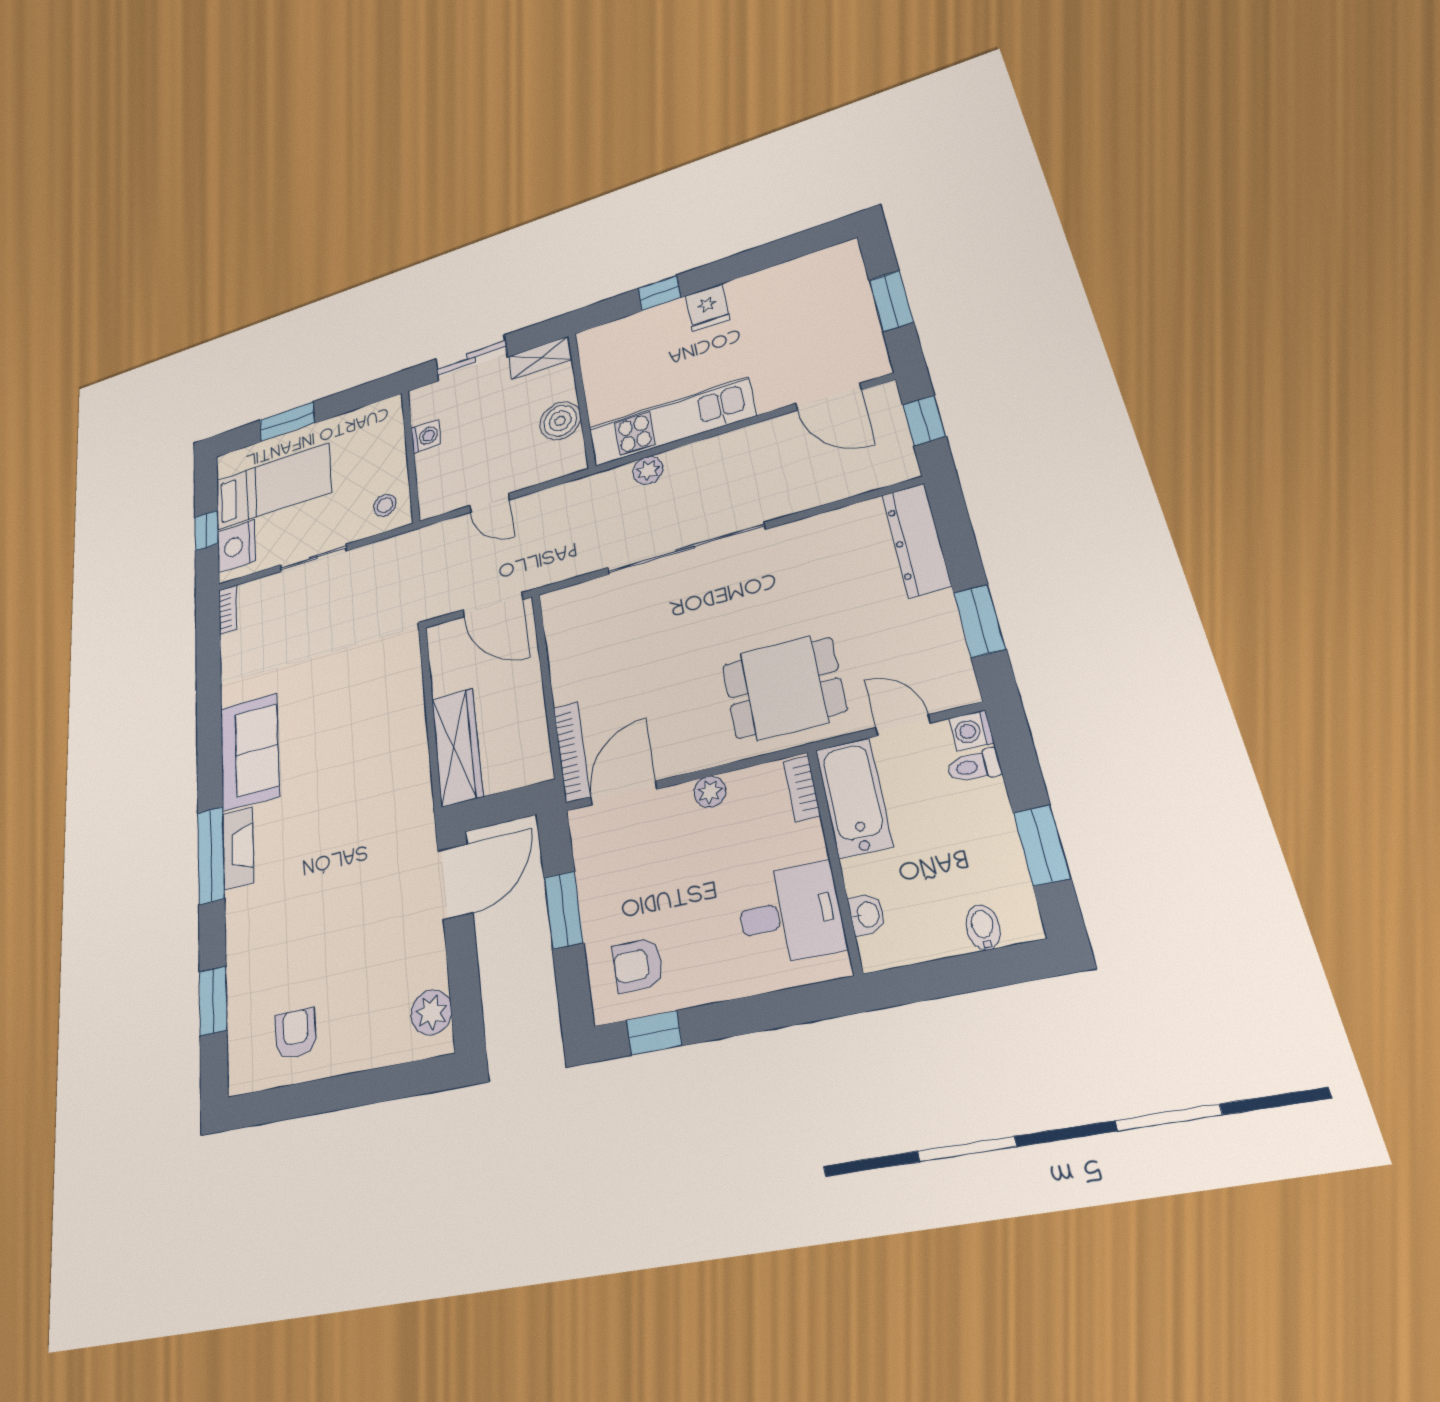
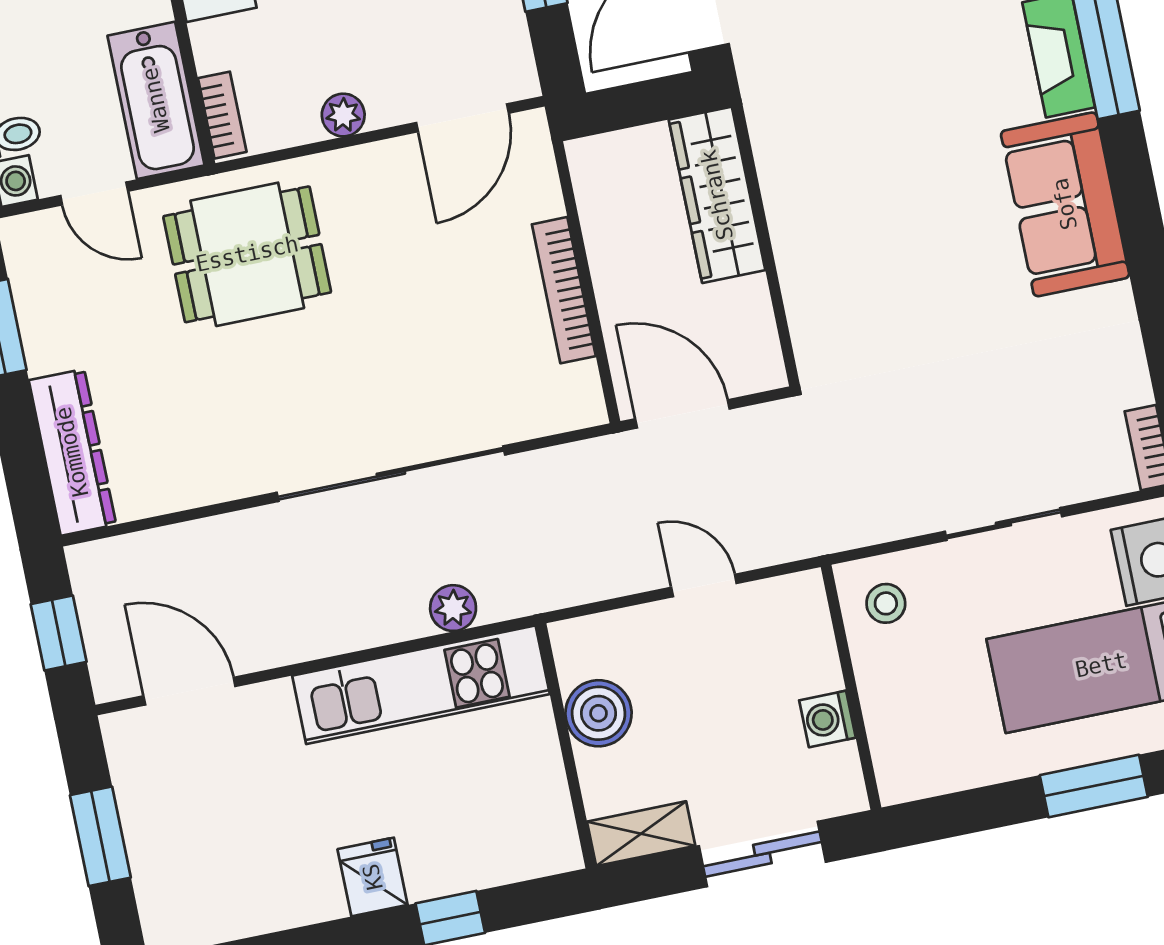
bookcase: (572, 752) -> (564, 290), moved

